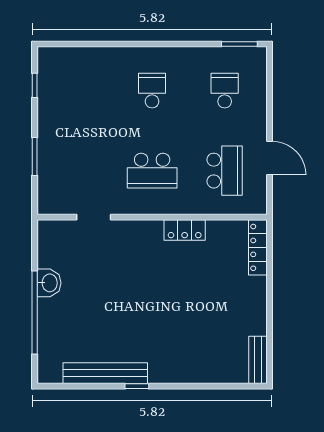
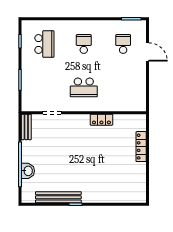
door: (270, 158) -> (147, 52), moved
school desk: (225, 171) -> (44, 44), moved
locker: (258, 247) -> (141, 147), moved
washbasin: (49, 283) -> (28, 171), moved
bench: (258, 360) -> (26, 127), moved

